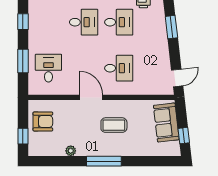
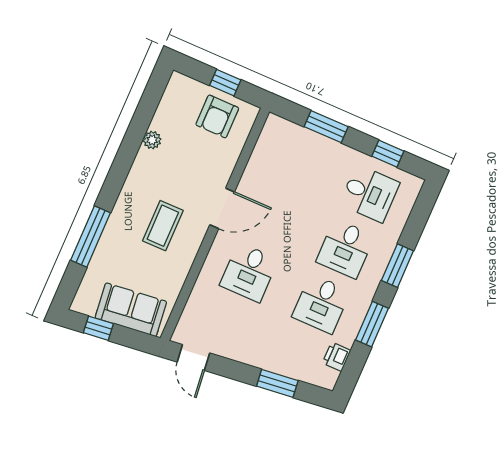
desk: (48, 68) -> (370, 193), moved
window: (23, 136) -> (225, 83), moved
window: (104, 161) -> (91, 236), moved

